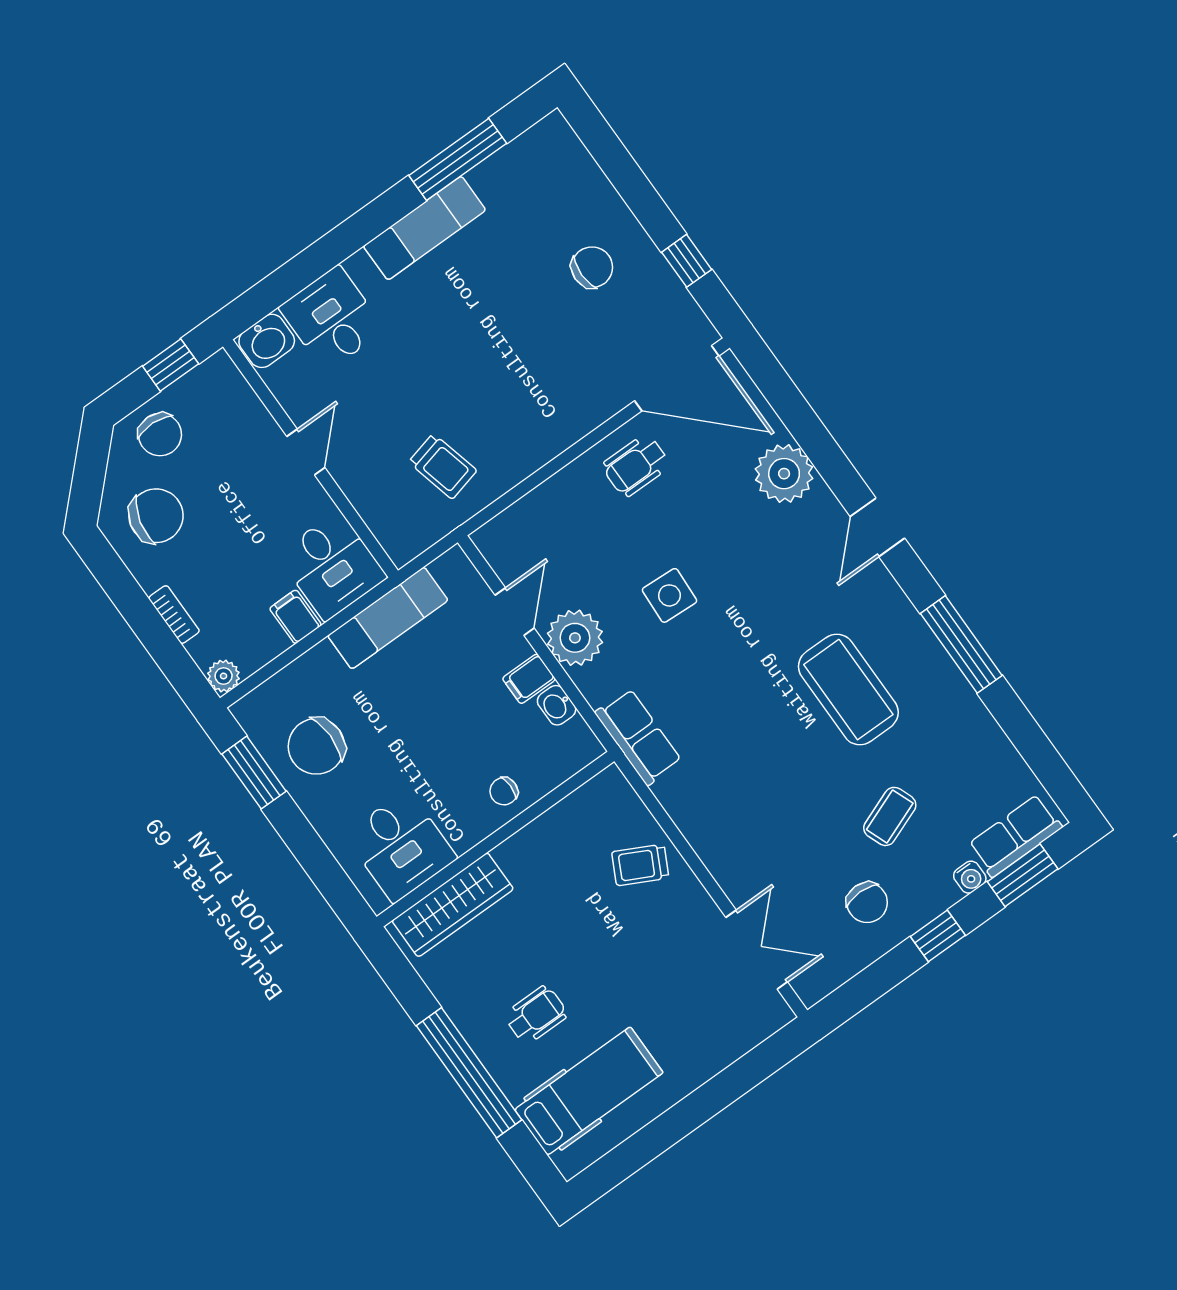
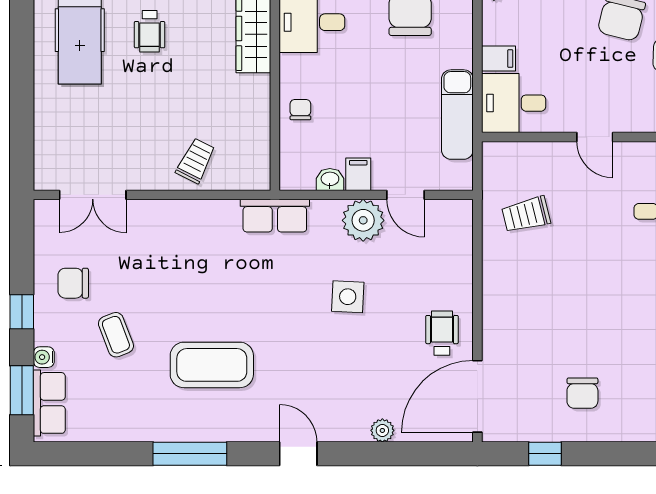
plant: (784, 474) -> (382, 430), width x0.53, depth x0.53

